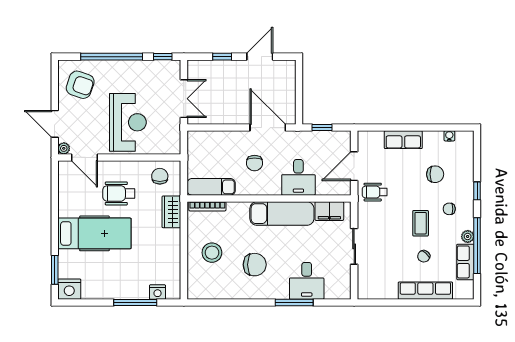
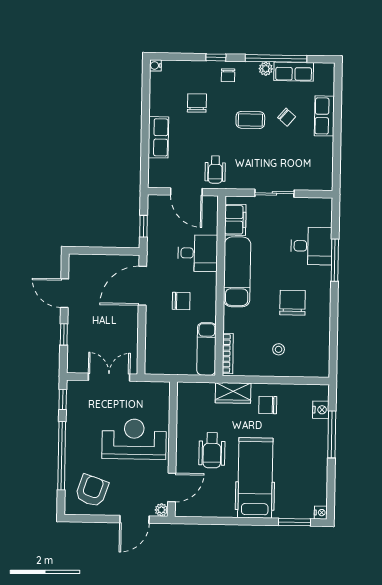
water cooler: (449, 136) -> (155, 65), moved
chair: (160, 176) -> (268, 405), moved
chair: (449, 209) -> (228, 75), moved
stool: (212, 253) -> (279, 349), width x0.53, depth x0.53
nightstand: (69, 289) -> (321, 513), width x0.53, depth x0.56
row of seats: (425, 291) -> (324, 116), width x0.68

